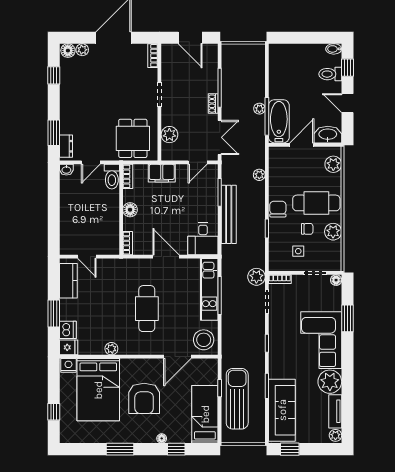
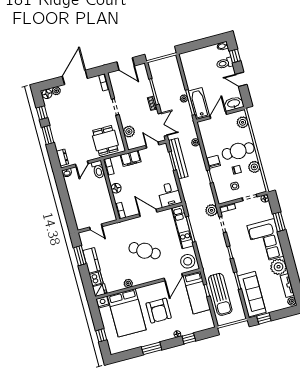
window: (54, 133) -> (48, 135), moved
door: (198, 162) -> (152, 145), swing flipped
bench: (229, 214) -> (178, 159), moved
kitchen counter: (68, 281) -> (92, 260), moved
cafe table: (147, 309) -> (145, 251), turned -60
window: (54, 314) -> (80, 256), moved
sun lounger: (237, 399) -> (220, 294), turned 180
bed: (205, 414) -> (197, 293), moved, turned 180

